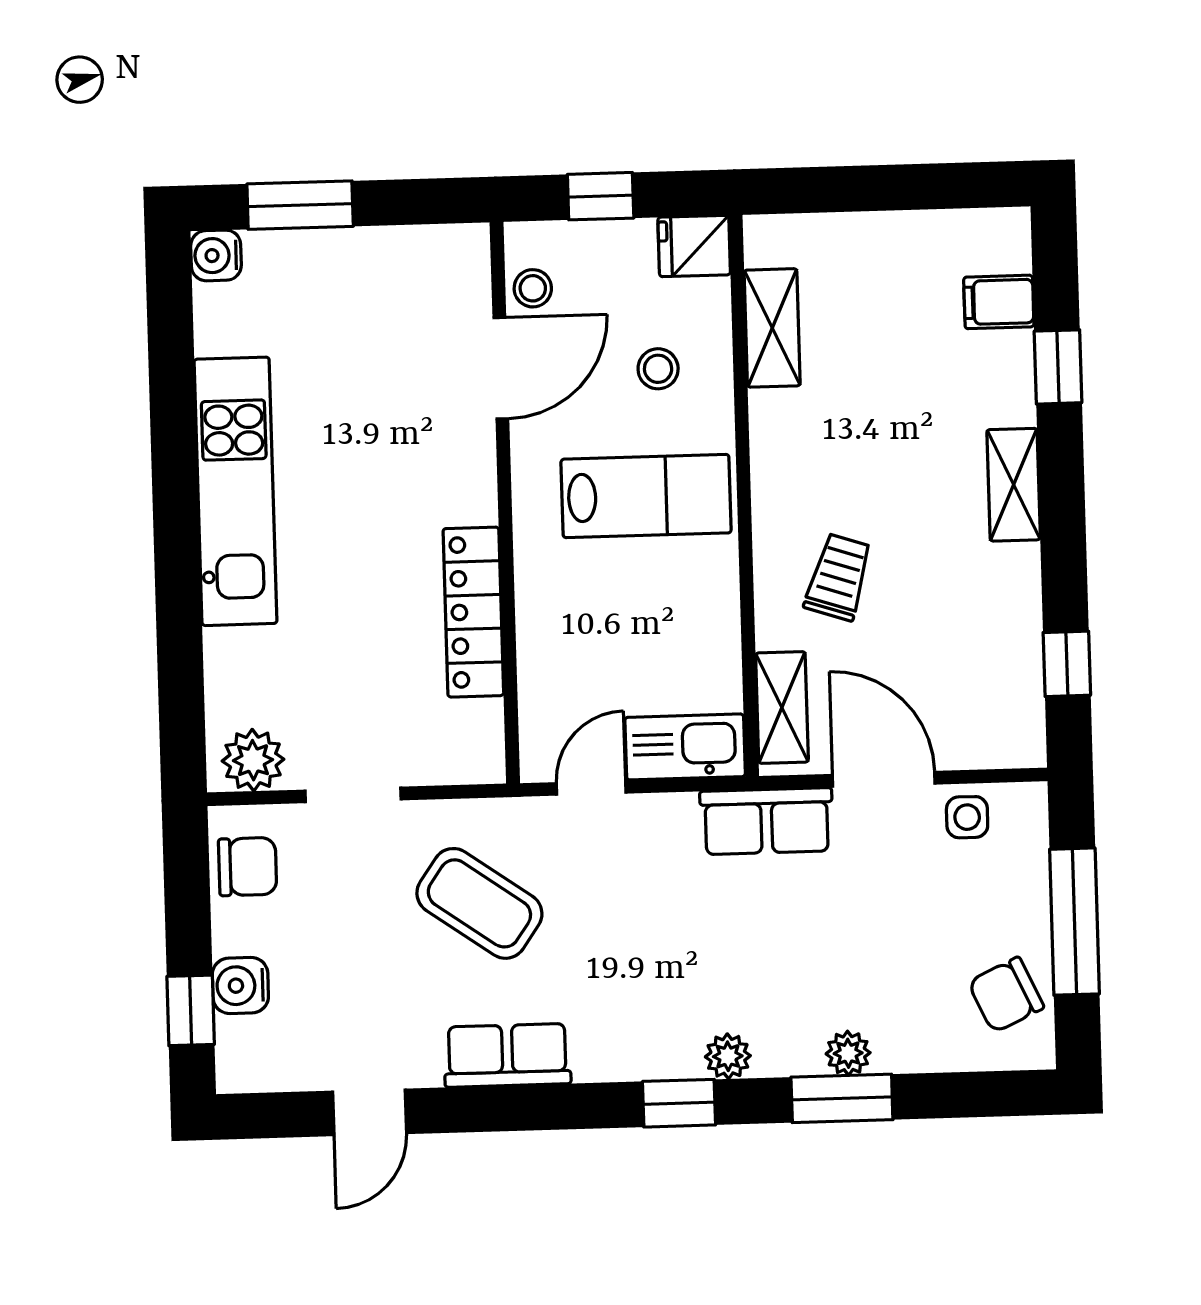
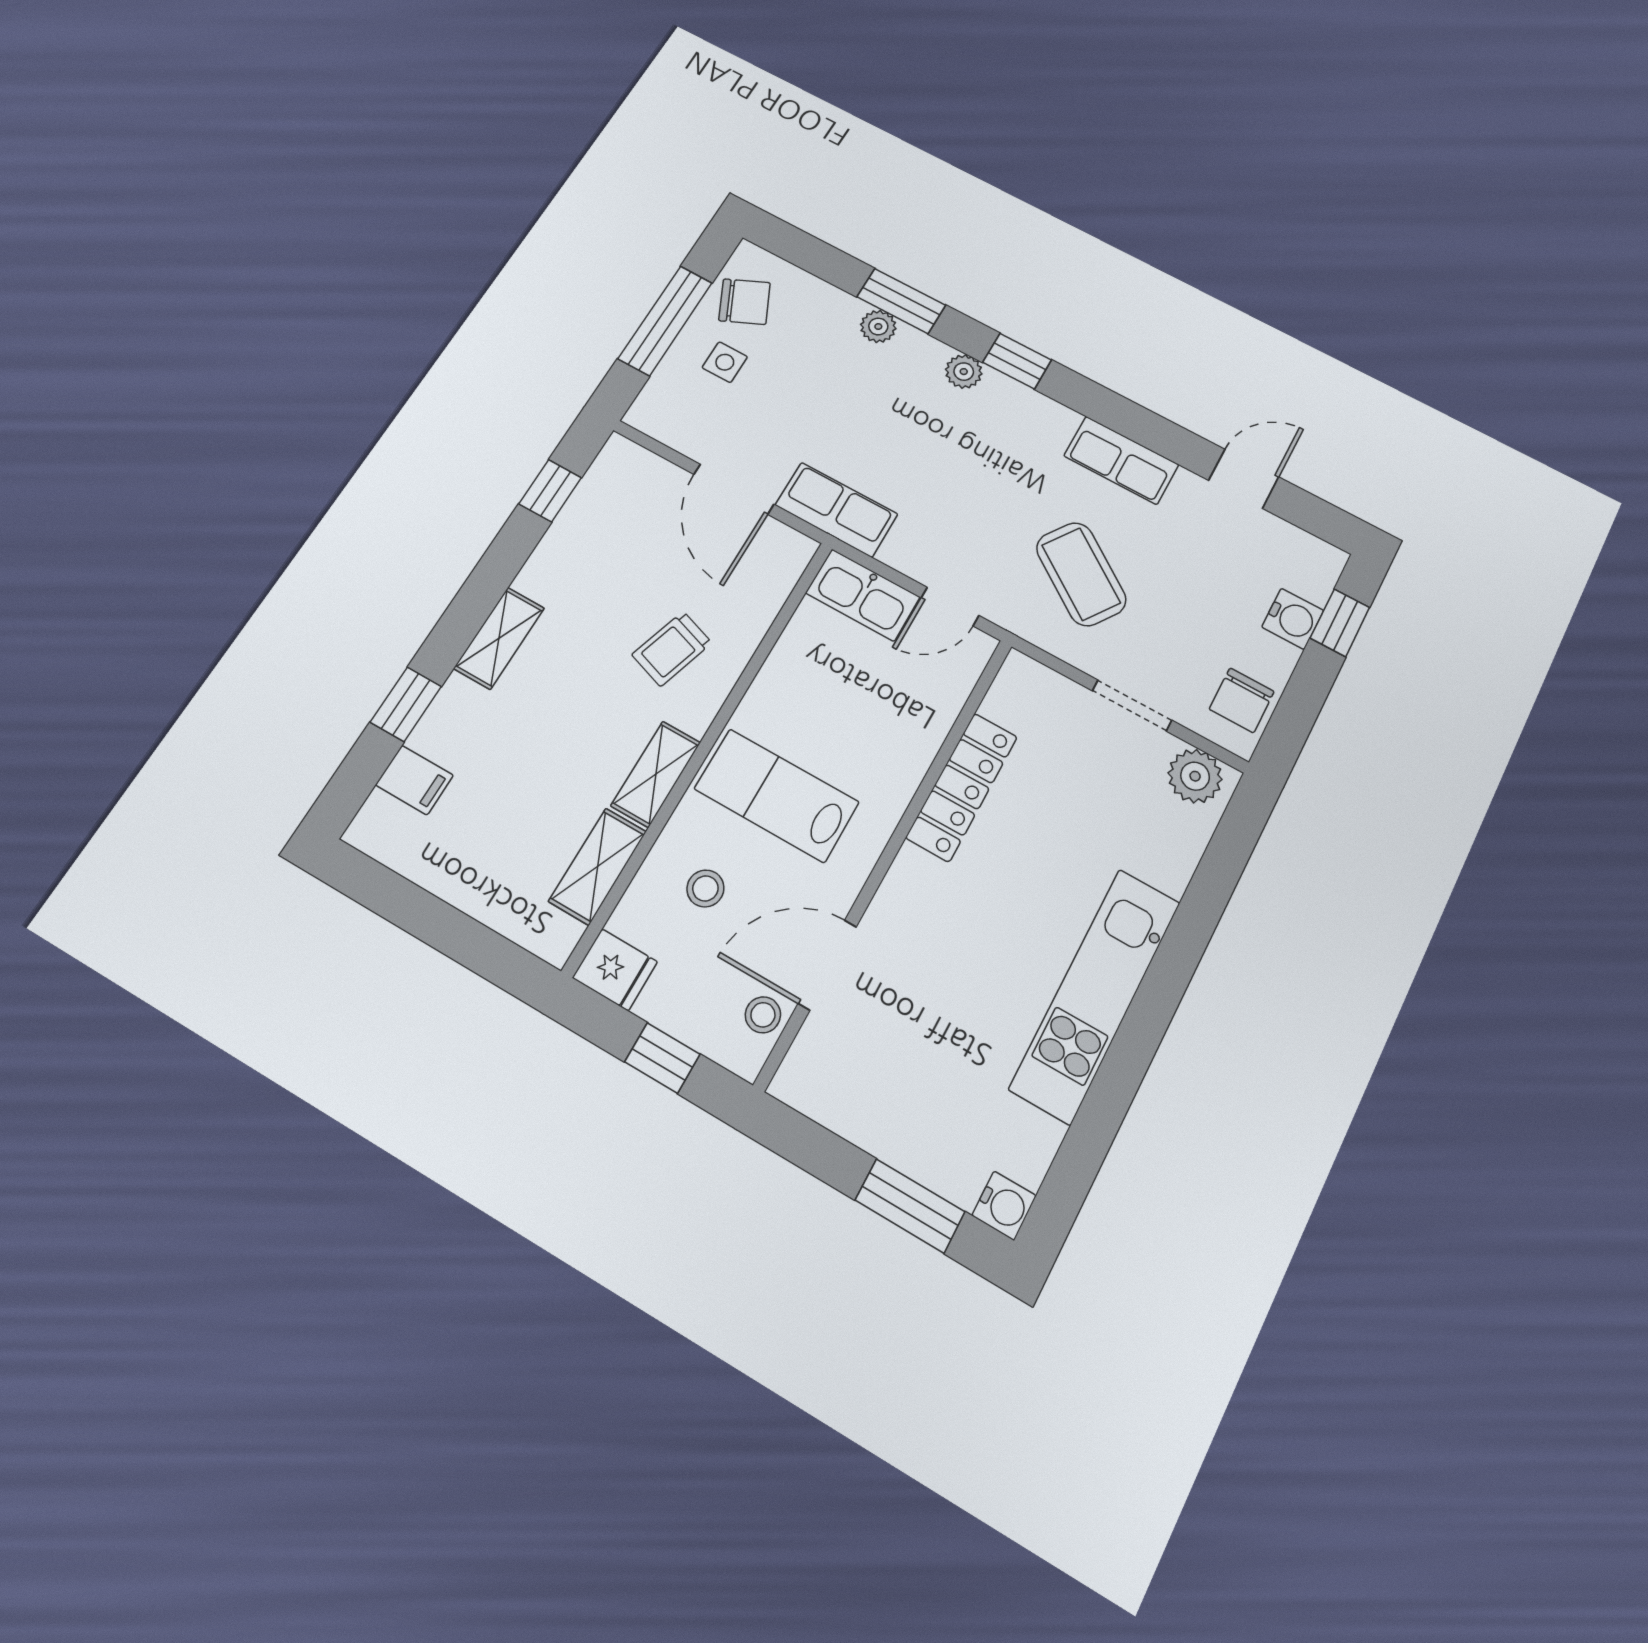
shelving: (782, 708) -> (656, 774), moved
side table: (967, 817) -> (725, 362), moved
chair: (247, 867) -> (1242, 700), turned -90

